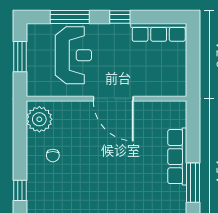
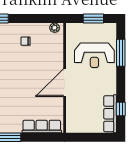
window: (120, 17) -> (121, 109), moved
plant: (39, 119) -> (55, 28), width x0.53, depth x0.53
row of seats: (177, 157) -> (42, 127), moved

